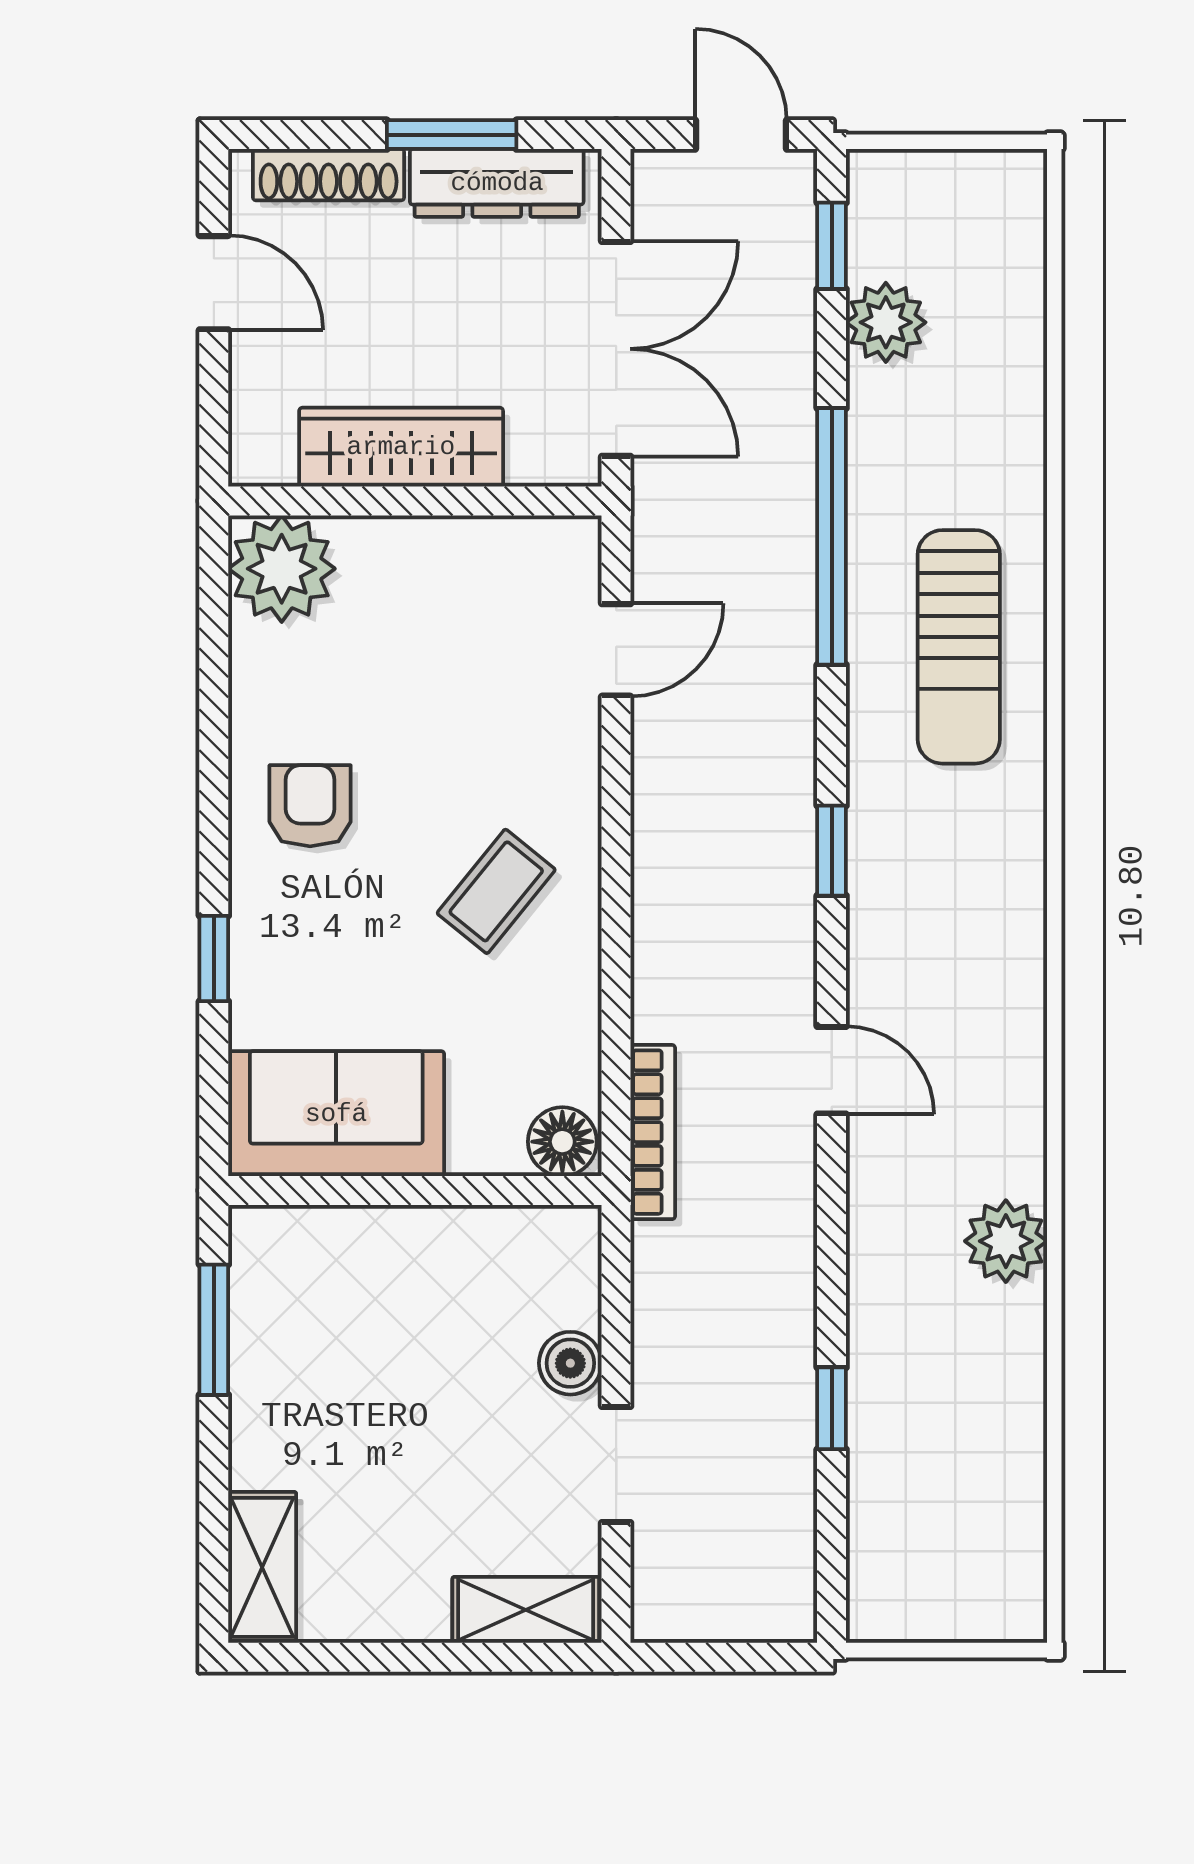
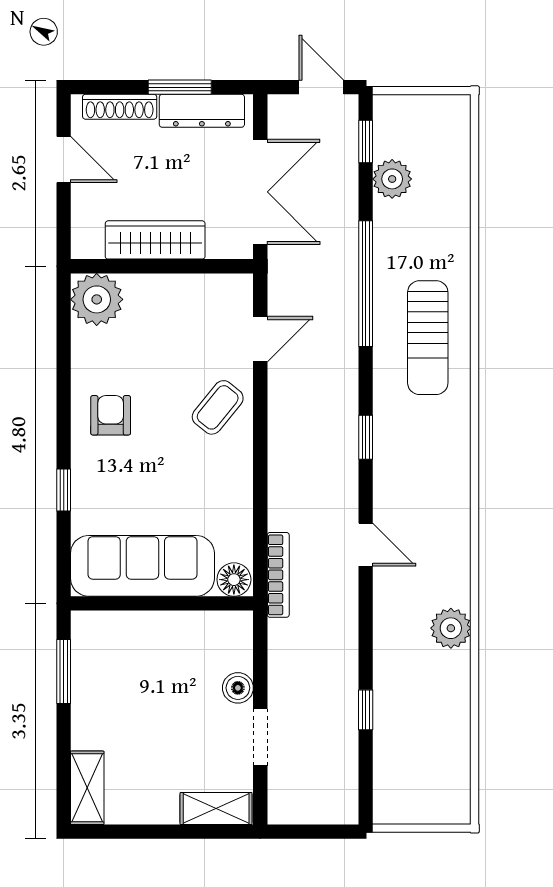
coffee table: (496, 891) -> (218, 407), moved
sofa: (336, 1114) -> (142, 566), width x1.36

